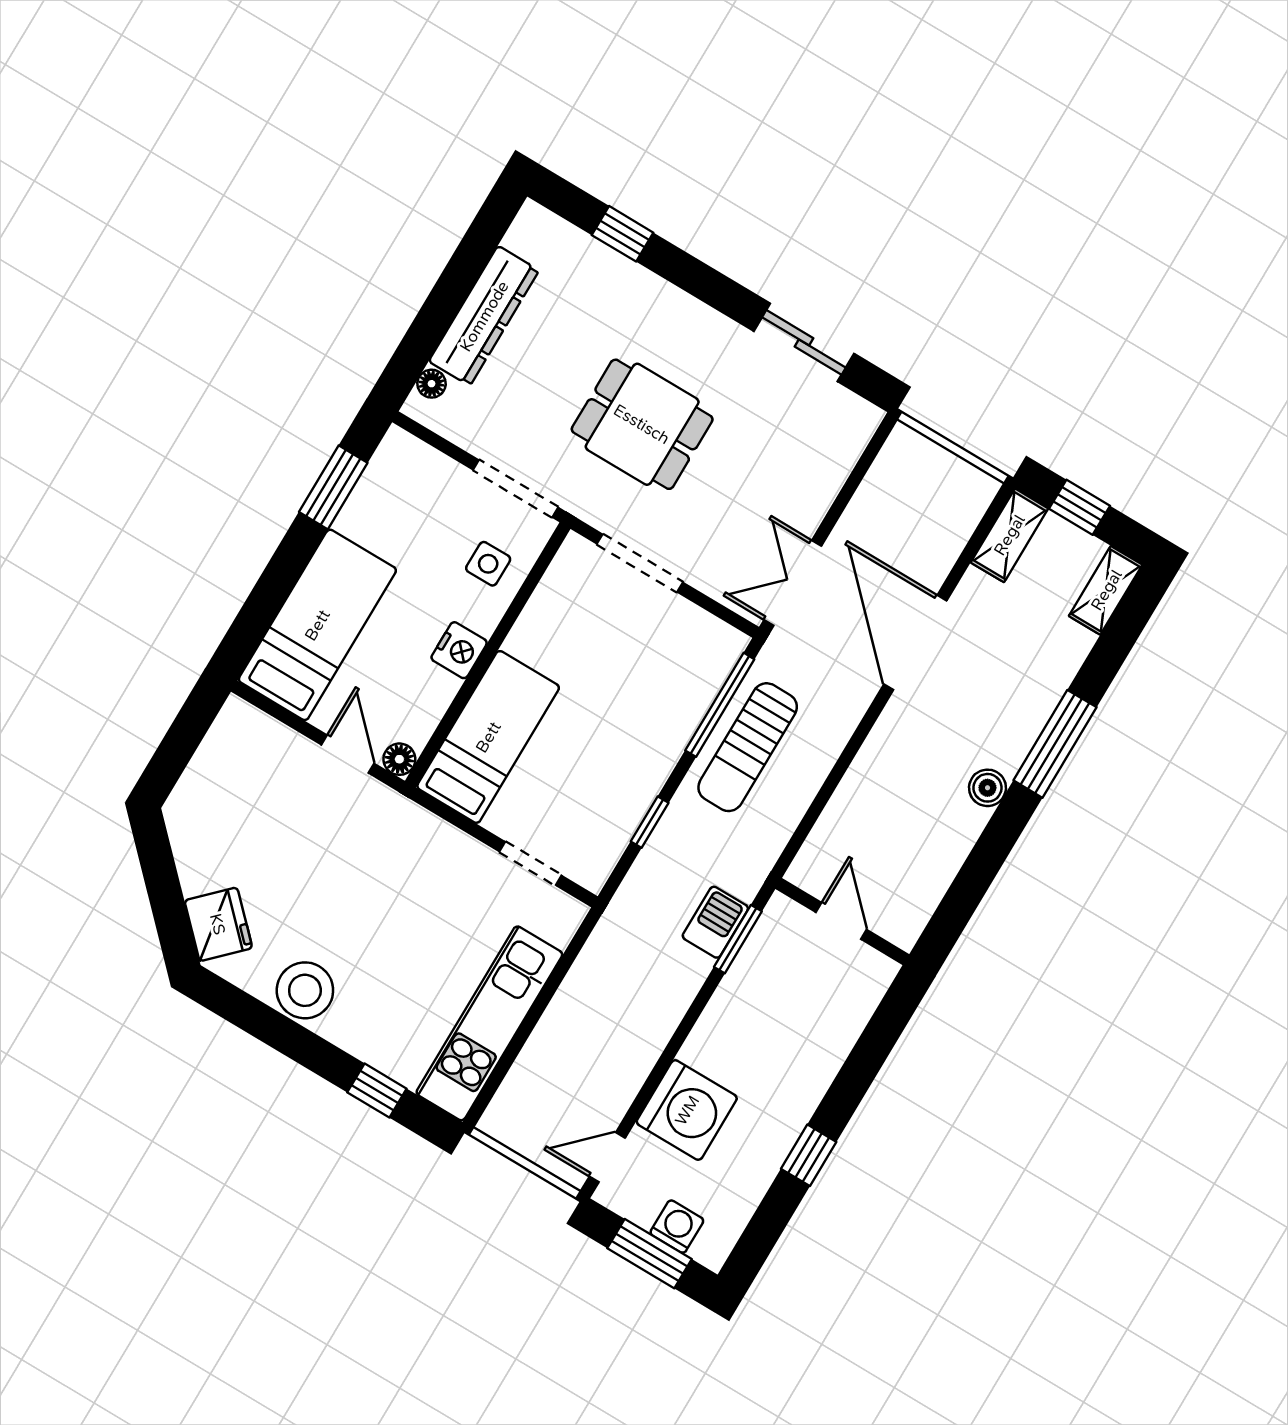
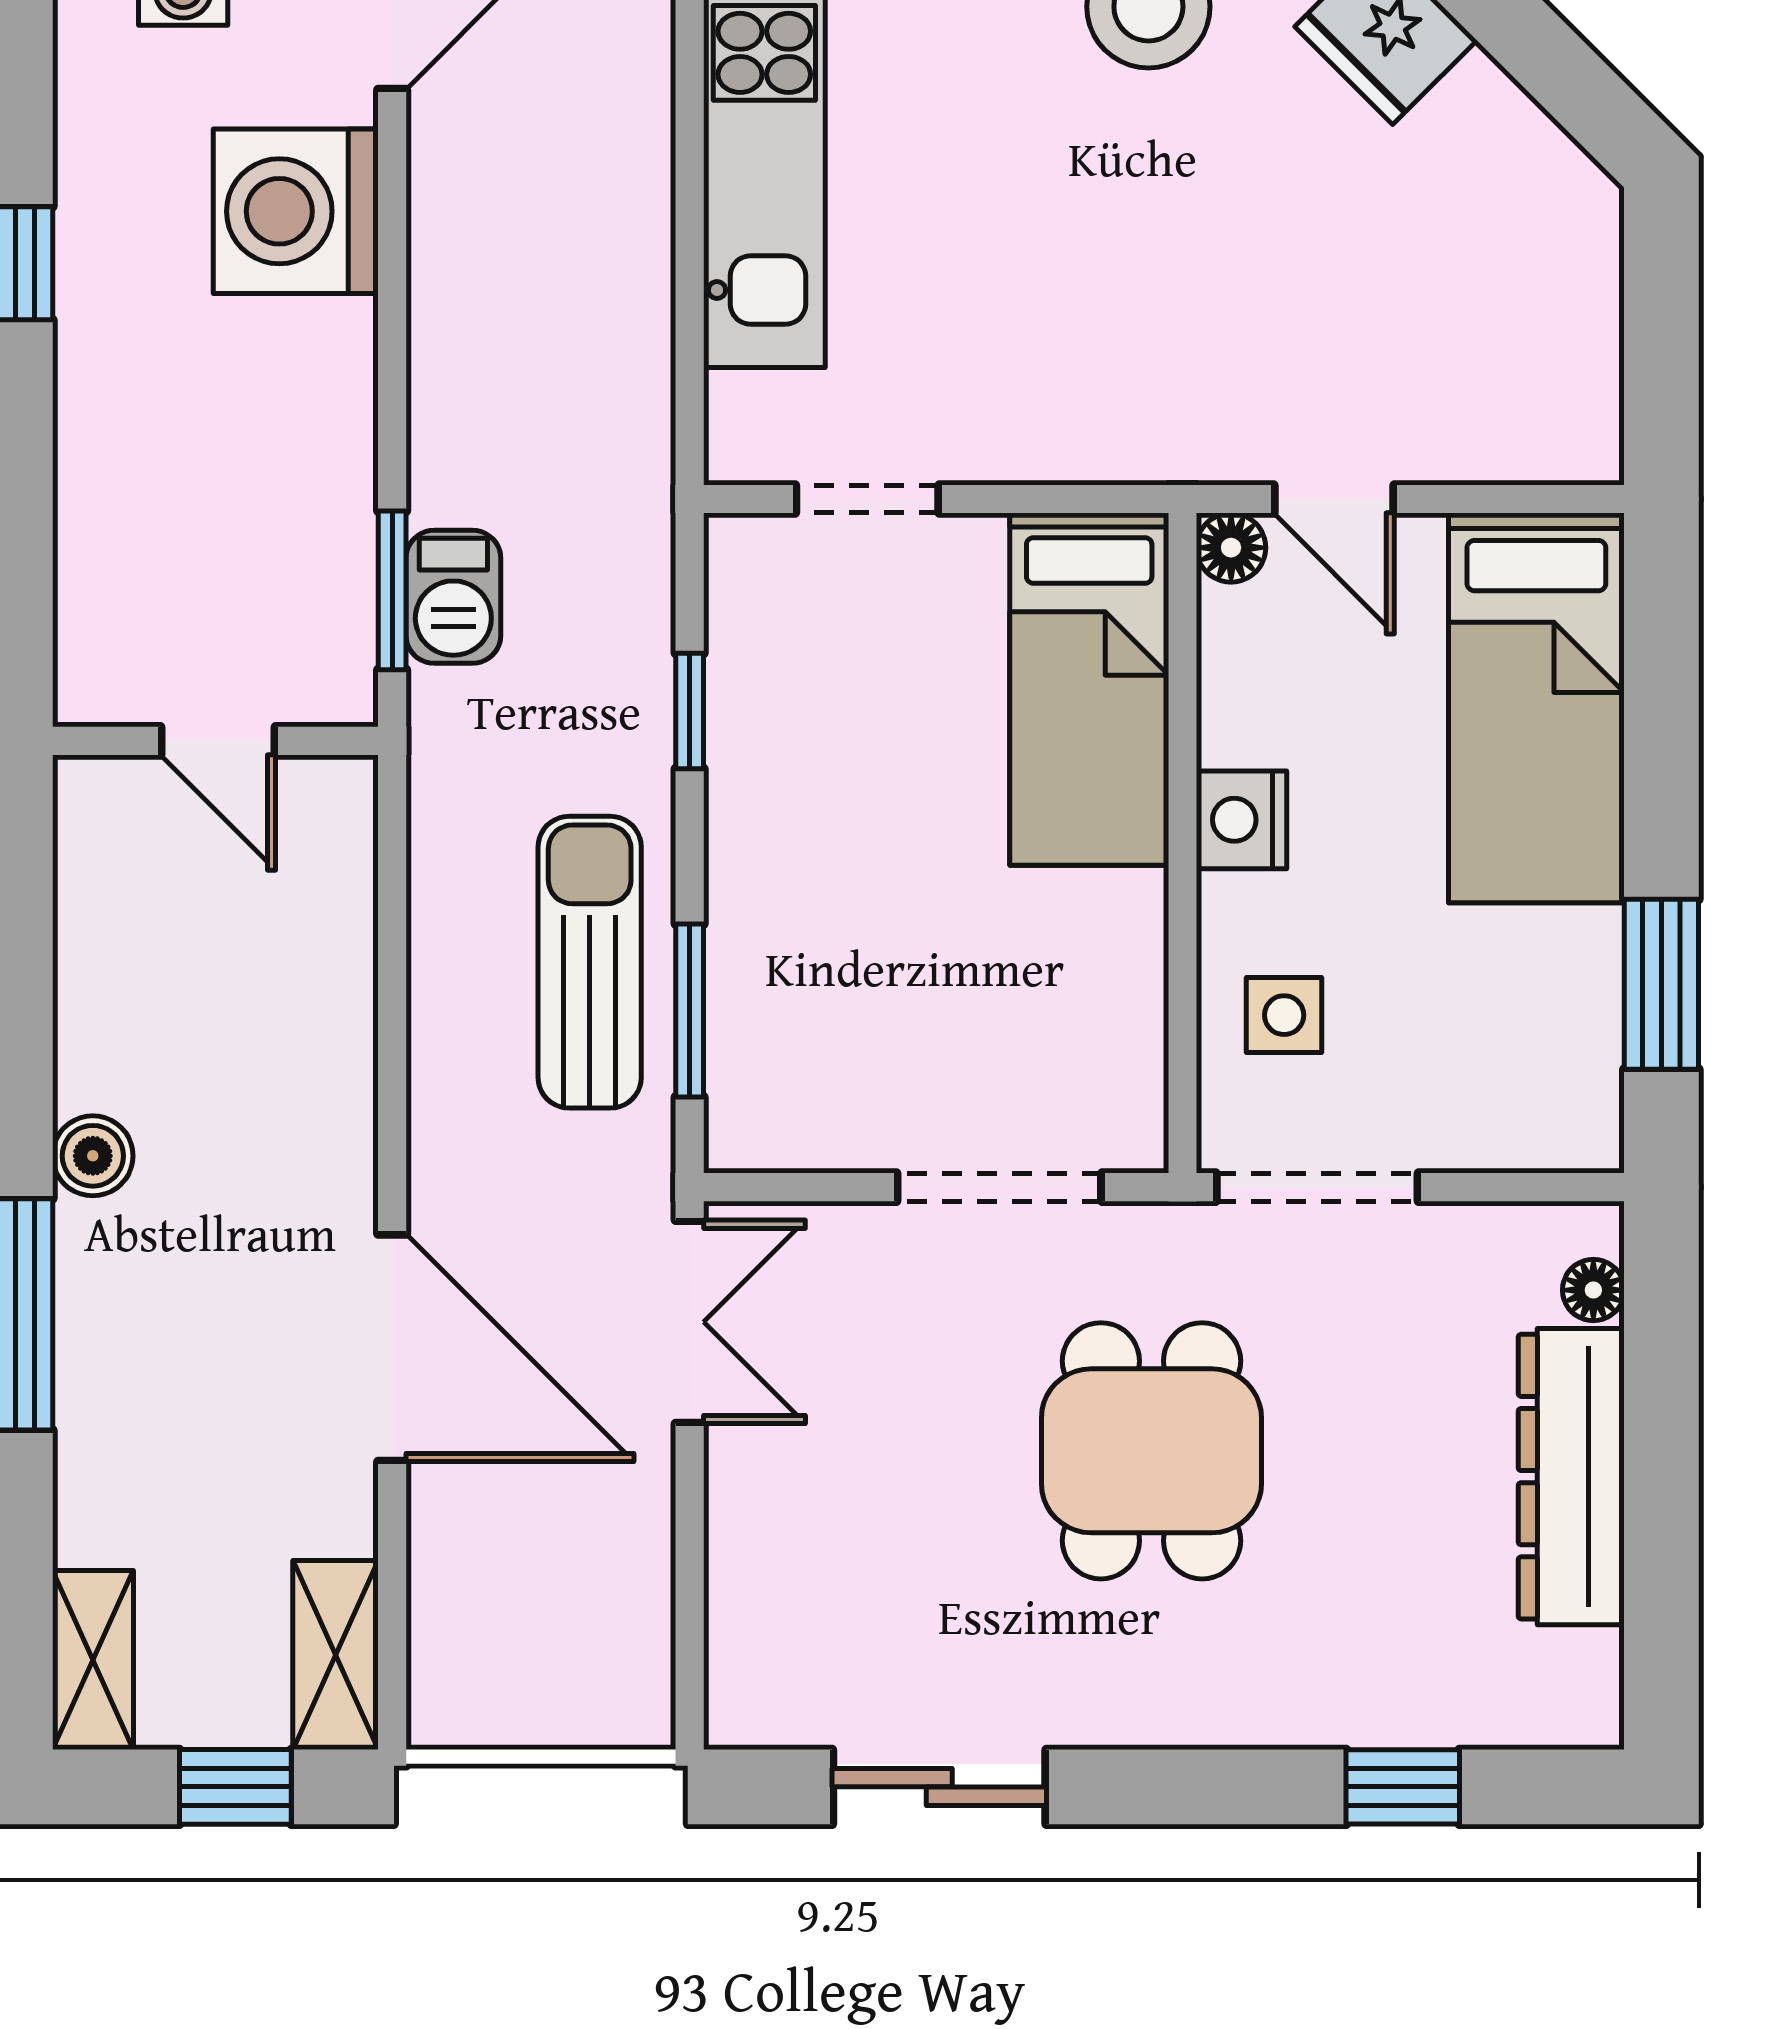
dining table: (642, 424) -> (1151, 1451), turned 90
window: (720, 705) -> (690, 1010), width x0.69

